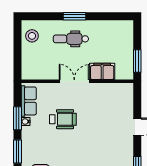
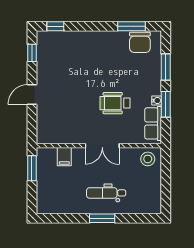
stool: (32, 36) -> (148, 159), moved
dental chair: (71, 39) -> (106, 193), turned 180
filing cabinet: (102, 71) -> (64, 157), width x0.50

